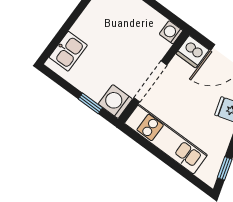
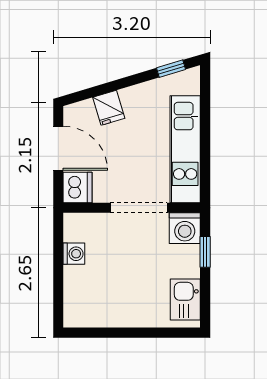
washing machine: (171, 32) -> (74, 254), moved, turned -90
kitchen sink: (68, 51) -> (185, 300), moved, turned -90

